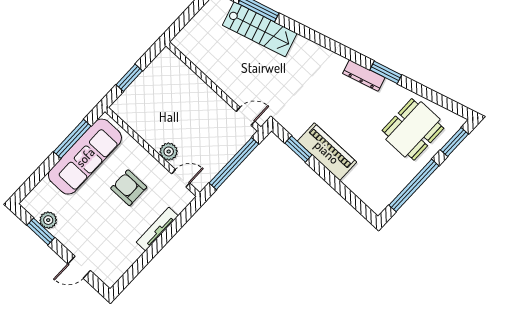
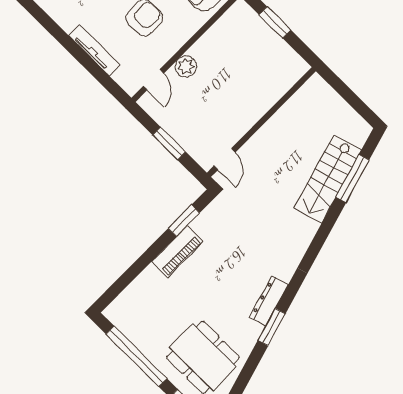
piano: (327, 152) -> (177, 252), width x0.73, depth x0.75
window: (234, 164) -> (169, 143), width x0.47

